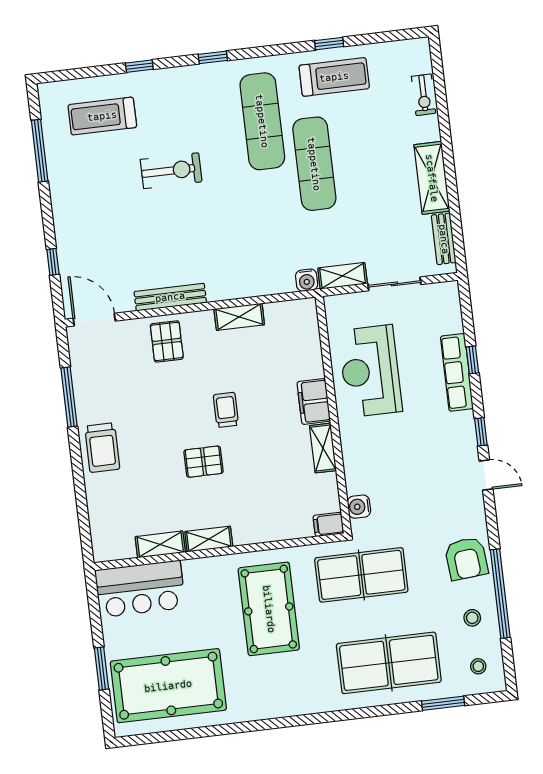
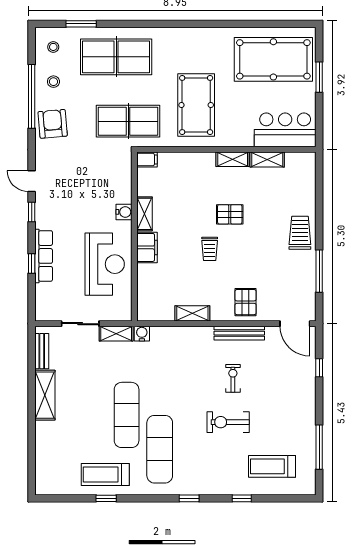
exercise bike: (424, 95) -> (233, 378), moved
treadmill: (102, 116) -> (272, 466), turned 180
water cooler: (359, 507) -> (124, 212), moved

